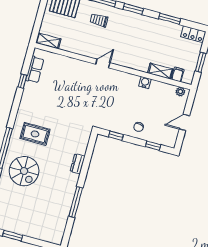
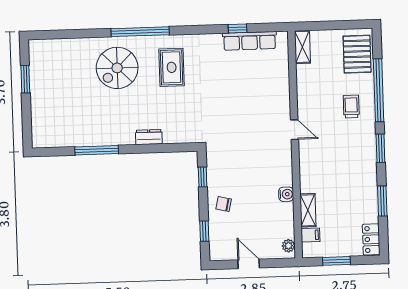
row of seats: (35, 70) -> (250, 41), width x1.48

